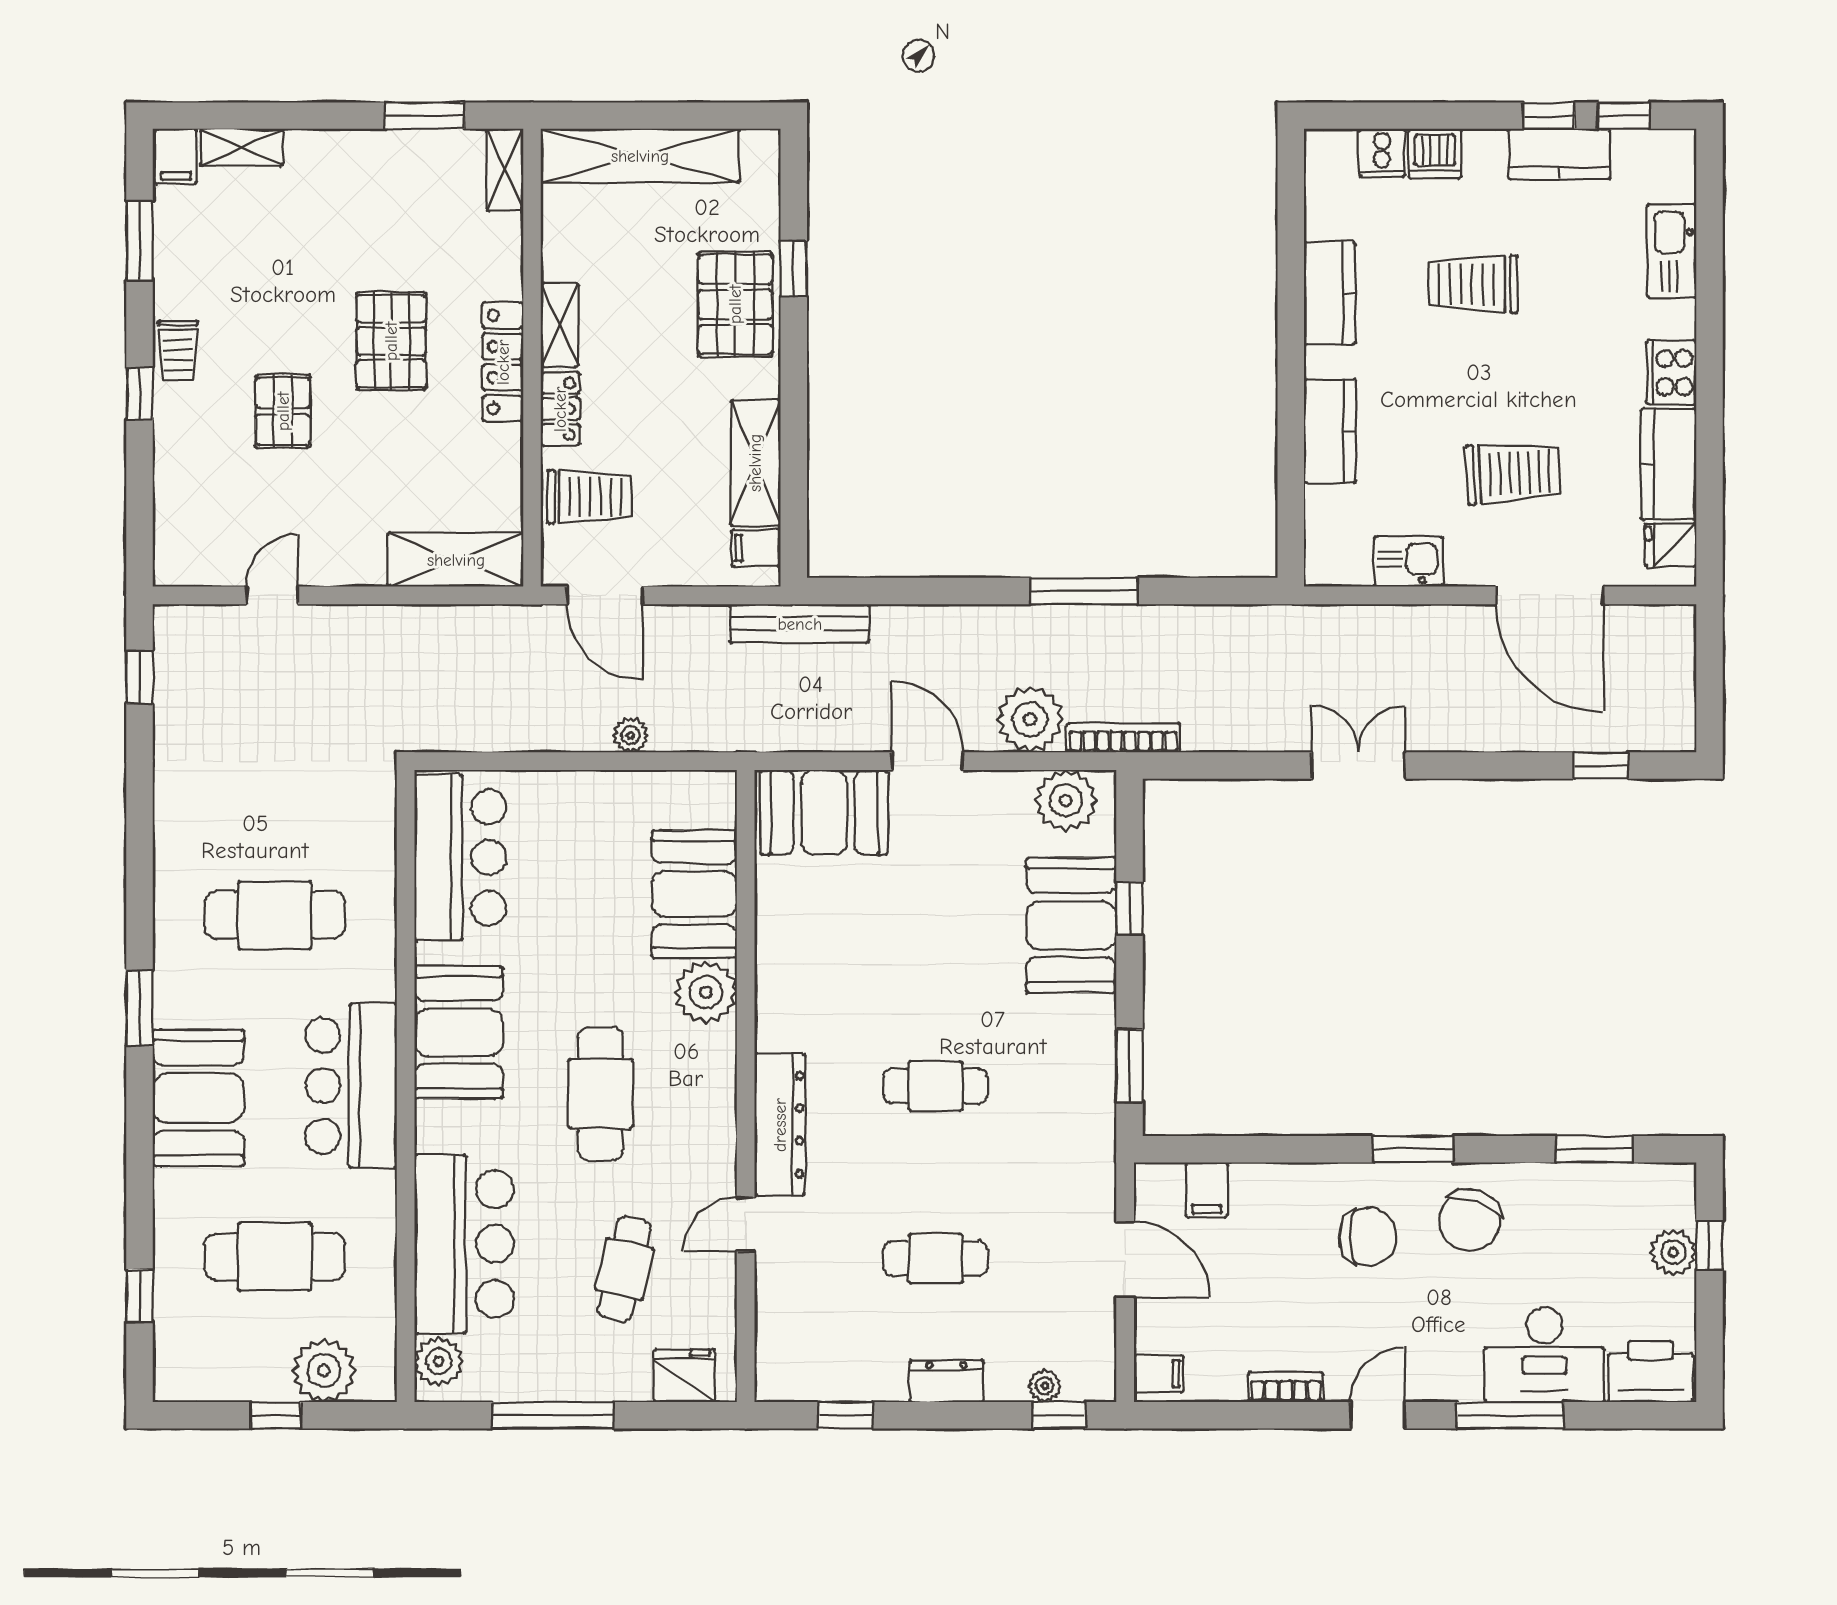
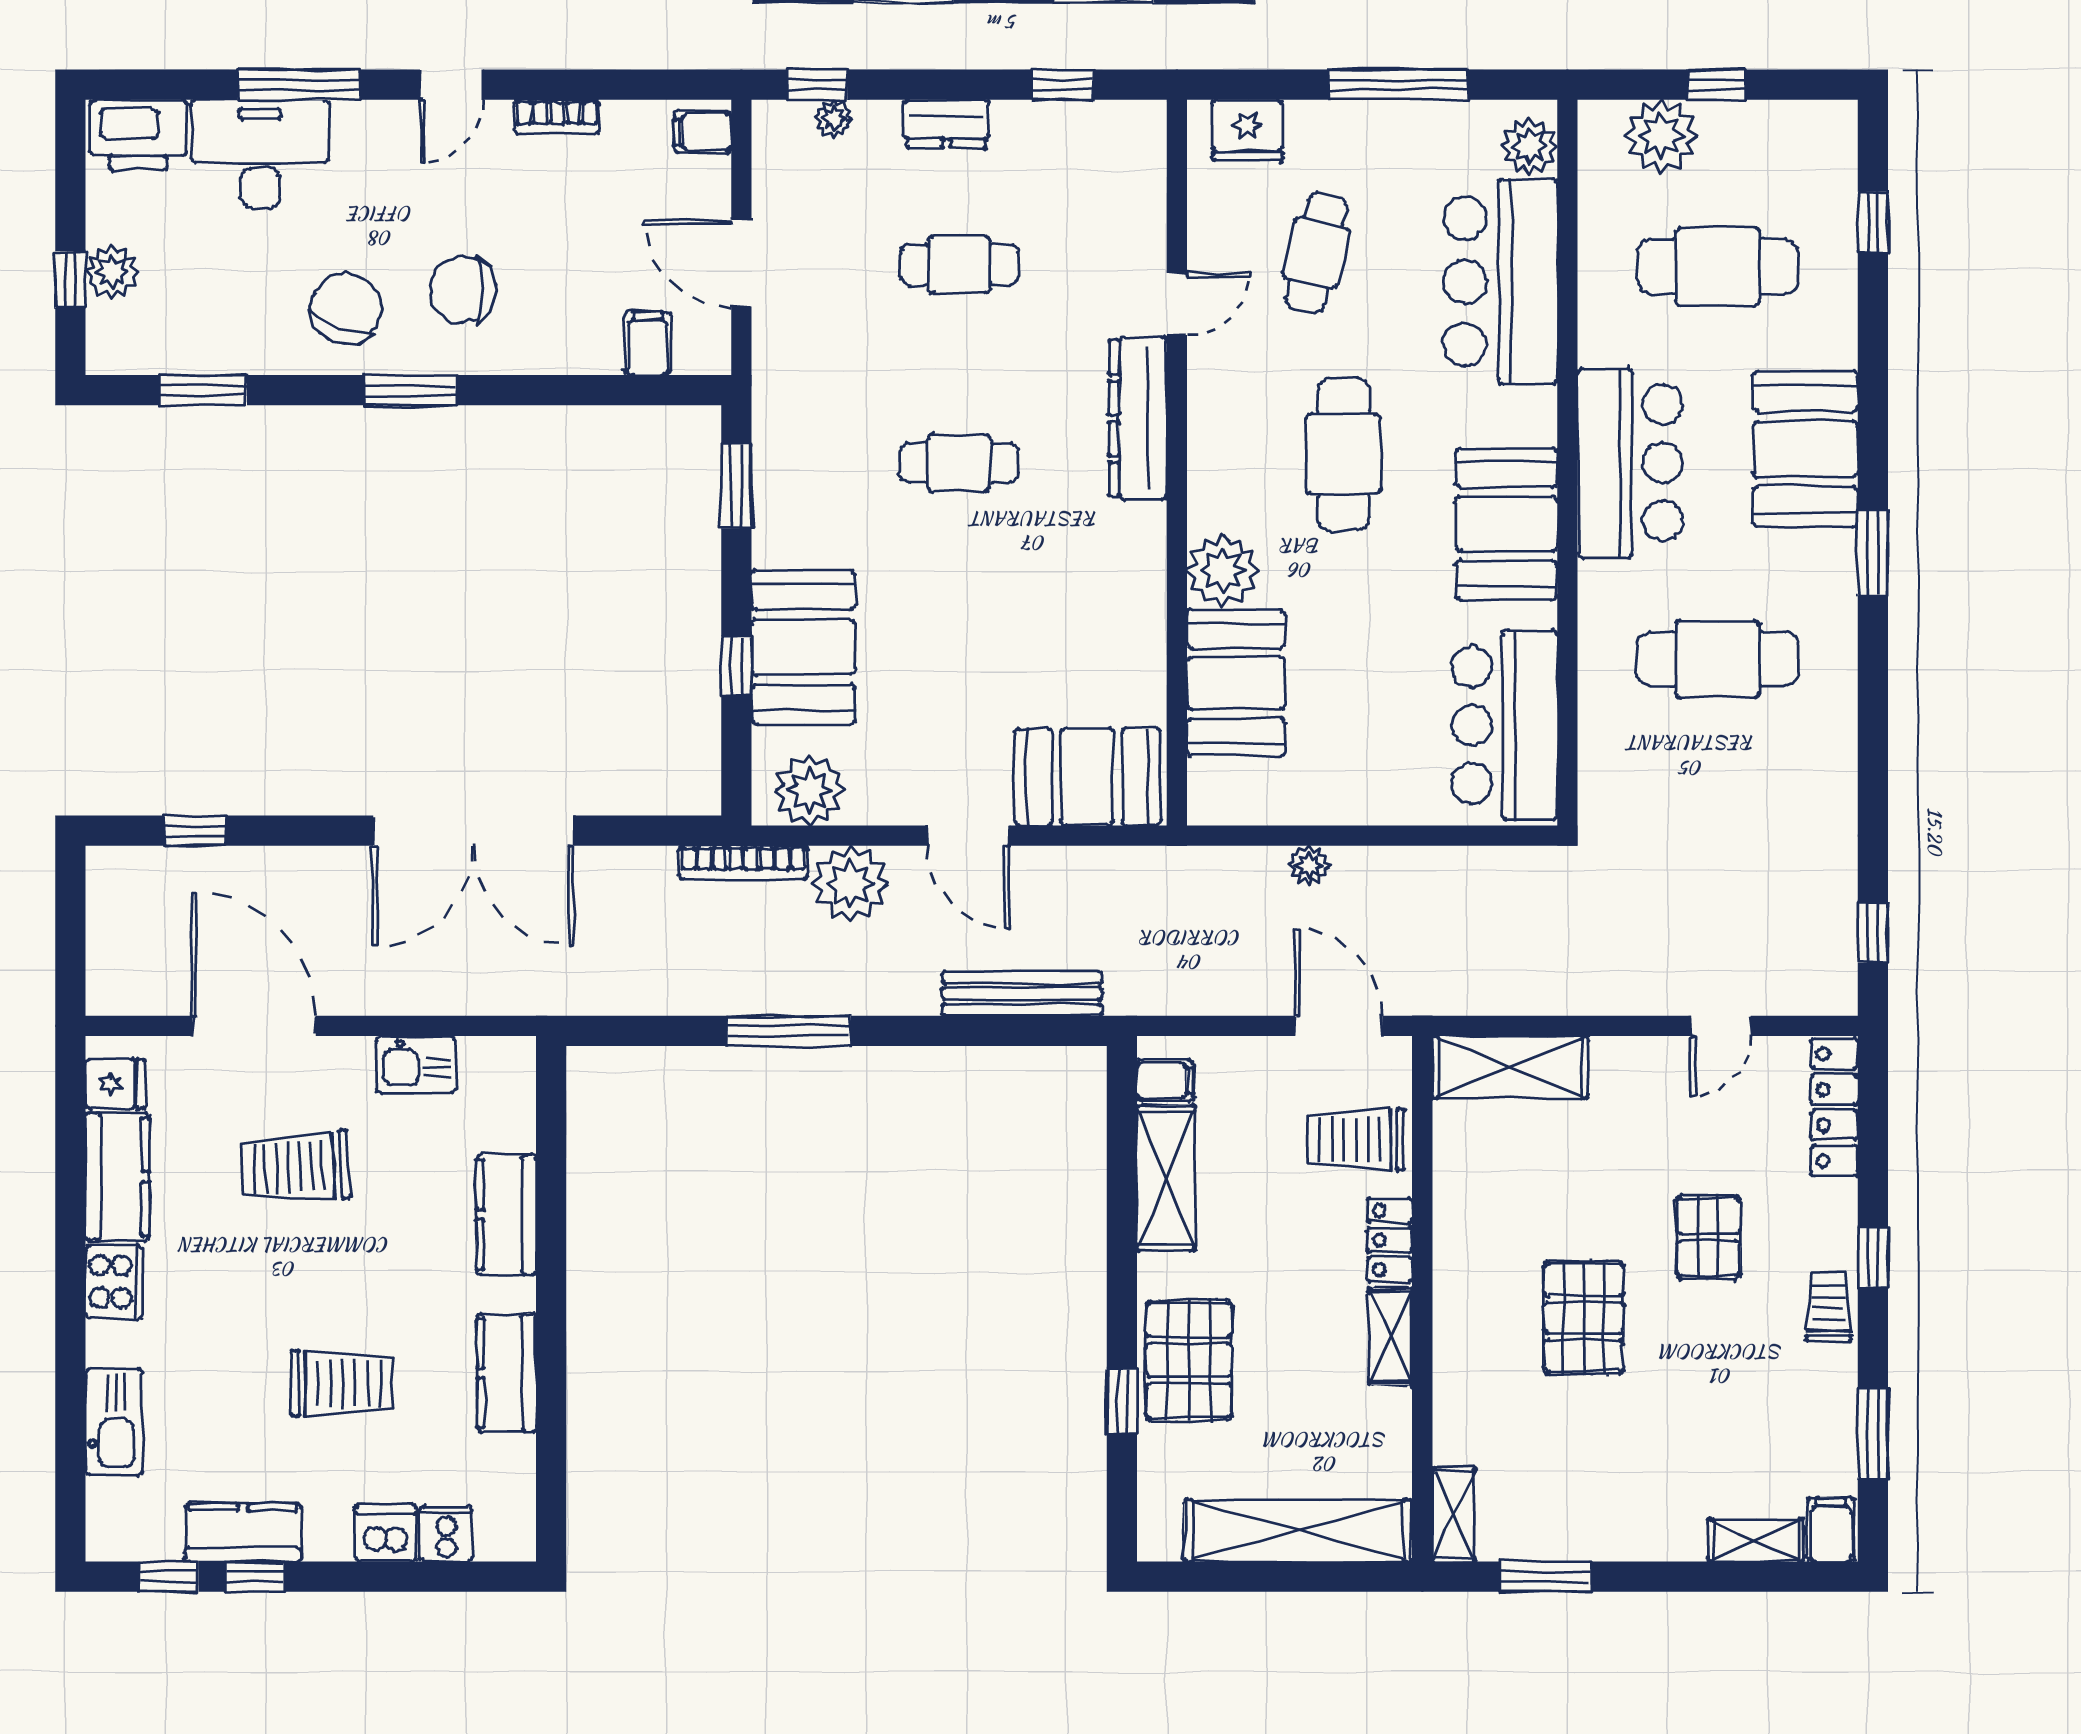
locker: (503, 362) -> (1834, 1107), moved, turned 180
bench: (800, 624) -> (1022, 994), moved
double door: (1358, 765) -> (473, 831), width x1.87

